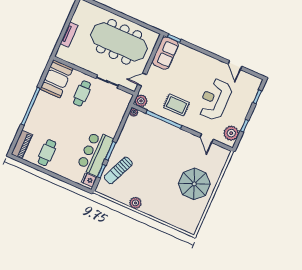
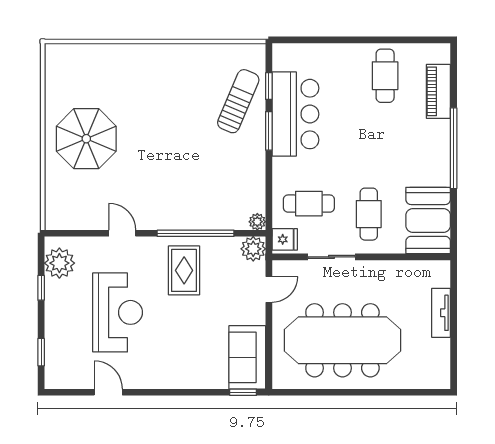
rug: (177, 105) -> (184, 270), turned 90
cafe table: (107, 110) -> (309, 204), added
door: (207, 138) -> (122, 233), moved
piano: (22, 145) -> (438, 91), moved
fridge: (89, 180) -> (285, 239), moved
plant: (135, 203) -> (180, 55), removed

